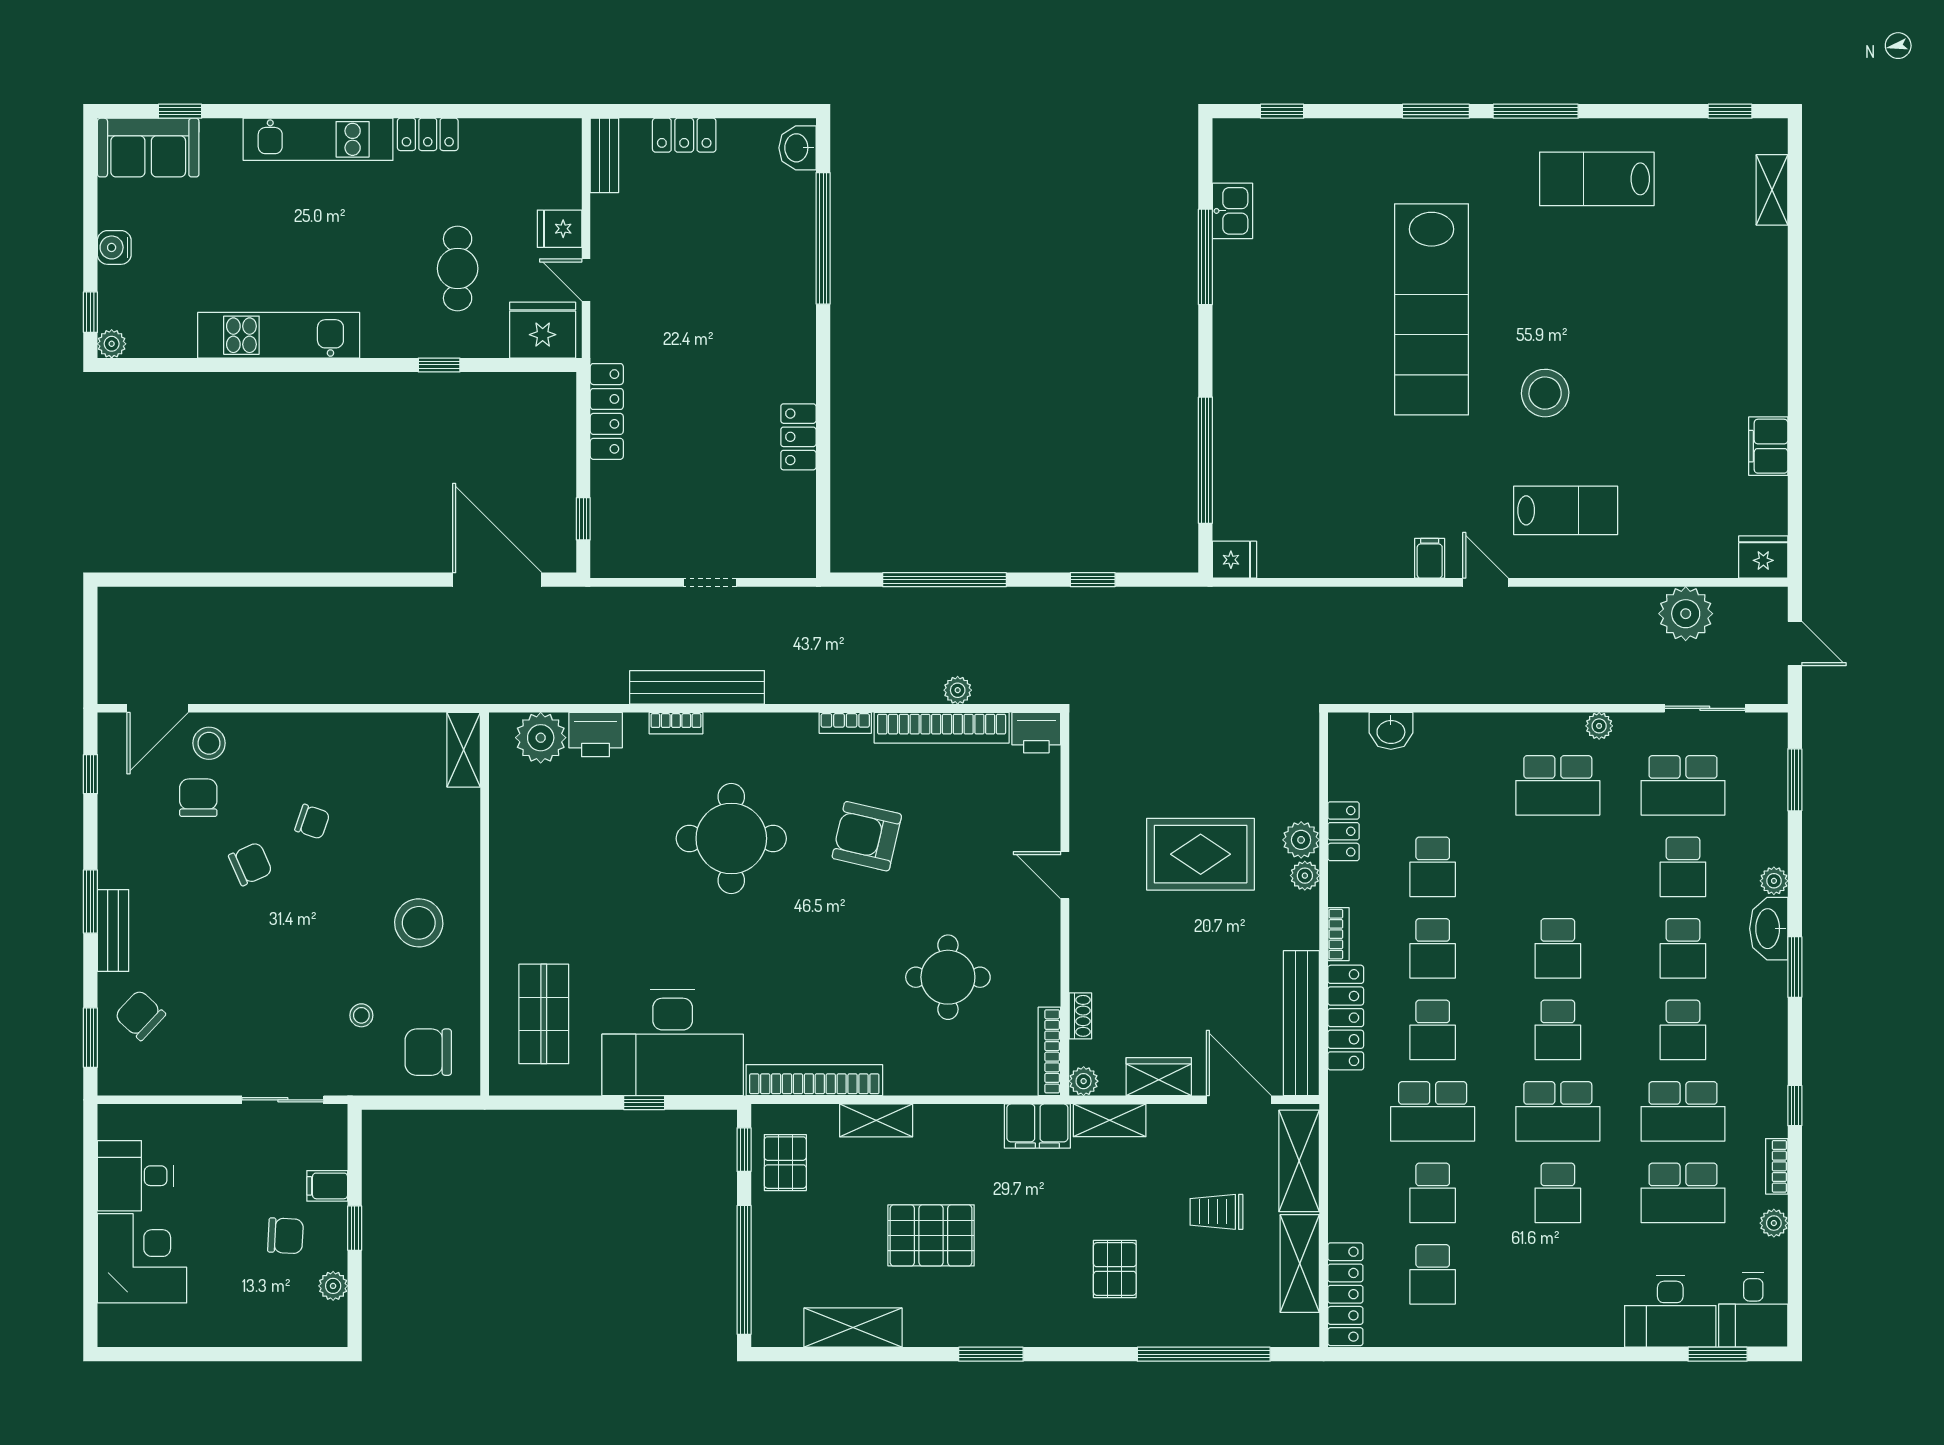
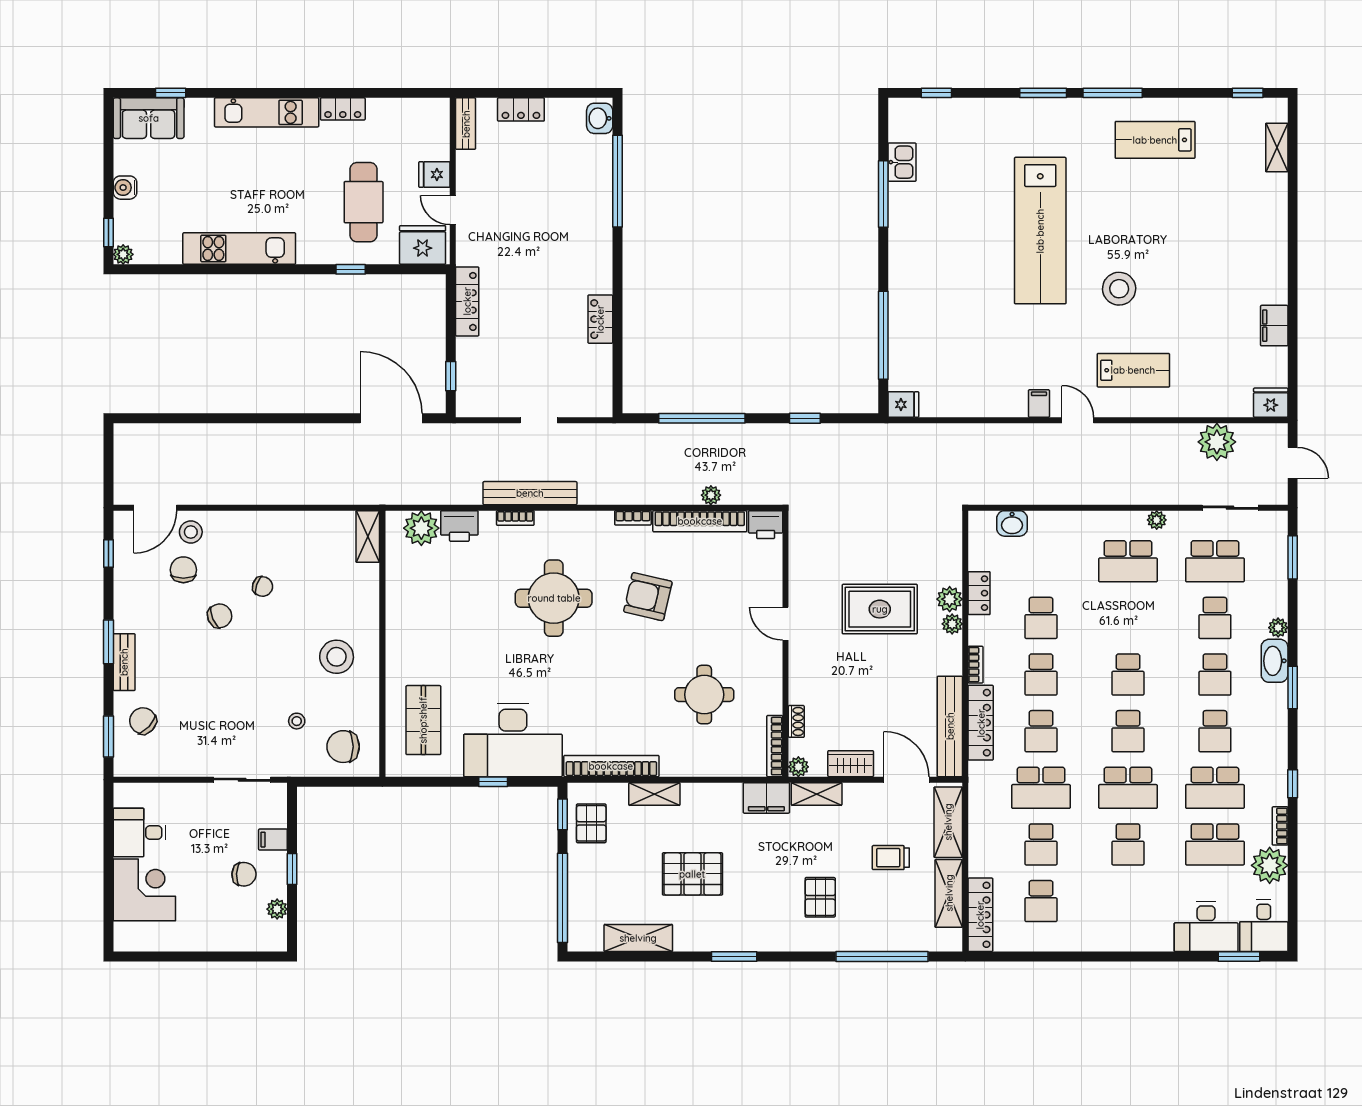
cafe table: (458, 268) -> (364, 202), width x1.37, depth x1.35
plant: (1774, 1223) -> (1270, 865), width x1.87, depth x1.87

